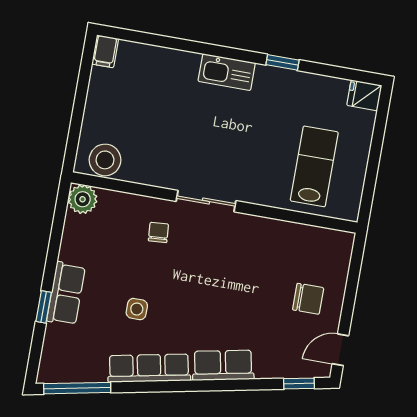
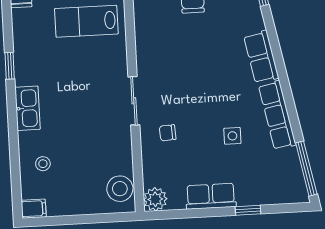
stool: (156, 75) -> (43, 164), added
row of seats: (66, 294) -> (211, 196), moved

